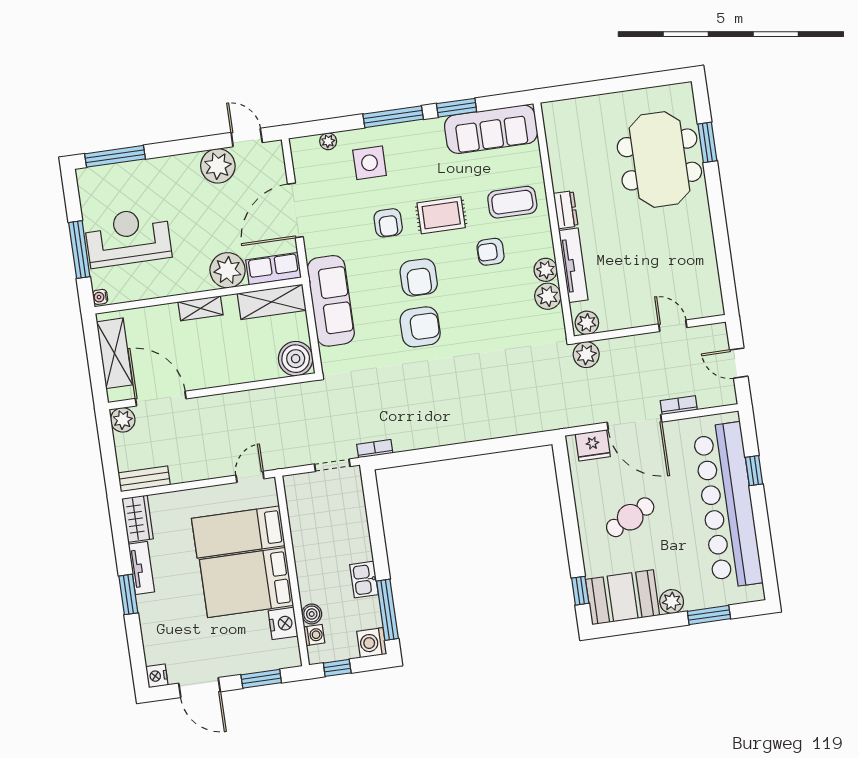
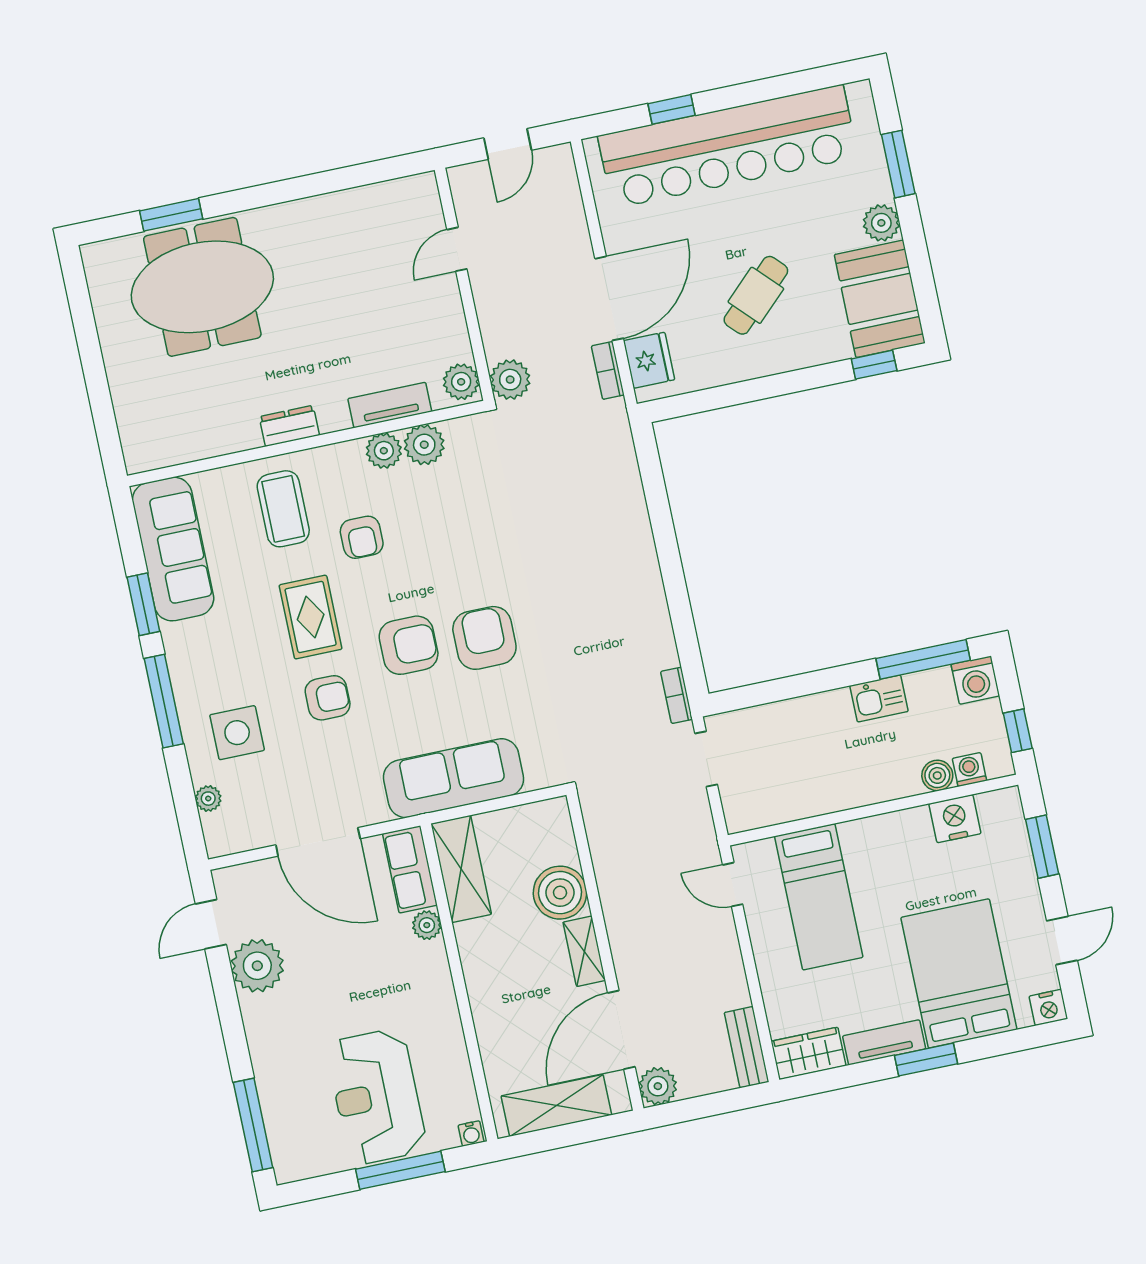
tv unit: (573, 265) -> (390, 405), width x0.71
plant: (228, 270) -> (427, 925), width x0.53, depth x0.53
shelving: (201, 308) -> (584, 951), moved
boiler: (296, 359) -> (560, 893), moved
bookcase: (679, 405) -> (608, 370), moved
cafe table: (630, 517) -> (756, 295), turned 73
bed: (246, 583) -> (959, 973), moved, turned 180
door: (200, 687) -> (1062, 941), width x0.73

